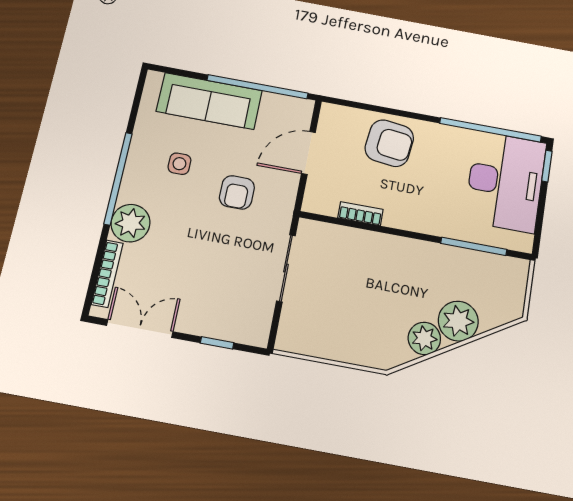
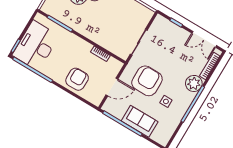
sofa: (209, 101) -> (140, 121), width x0.73
armchair: (389, 143) -> (77, 79), turned 83
armchair: (237, 192) -> (147, 81), width x1.88, depth x1.88

